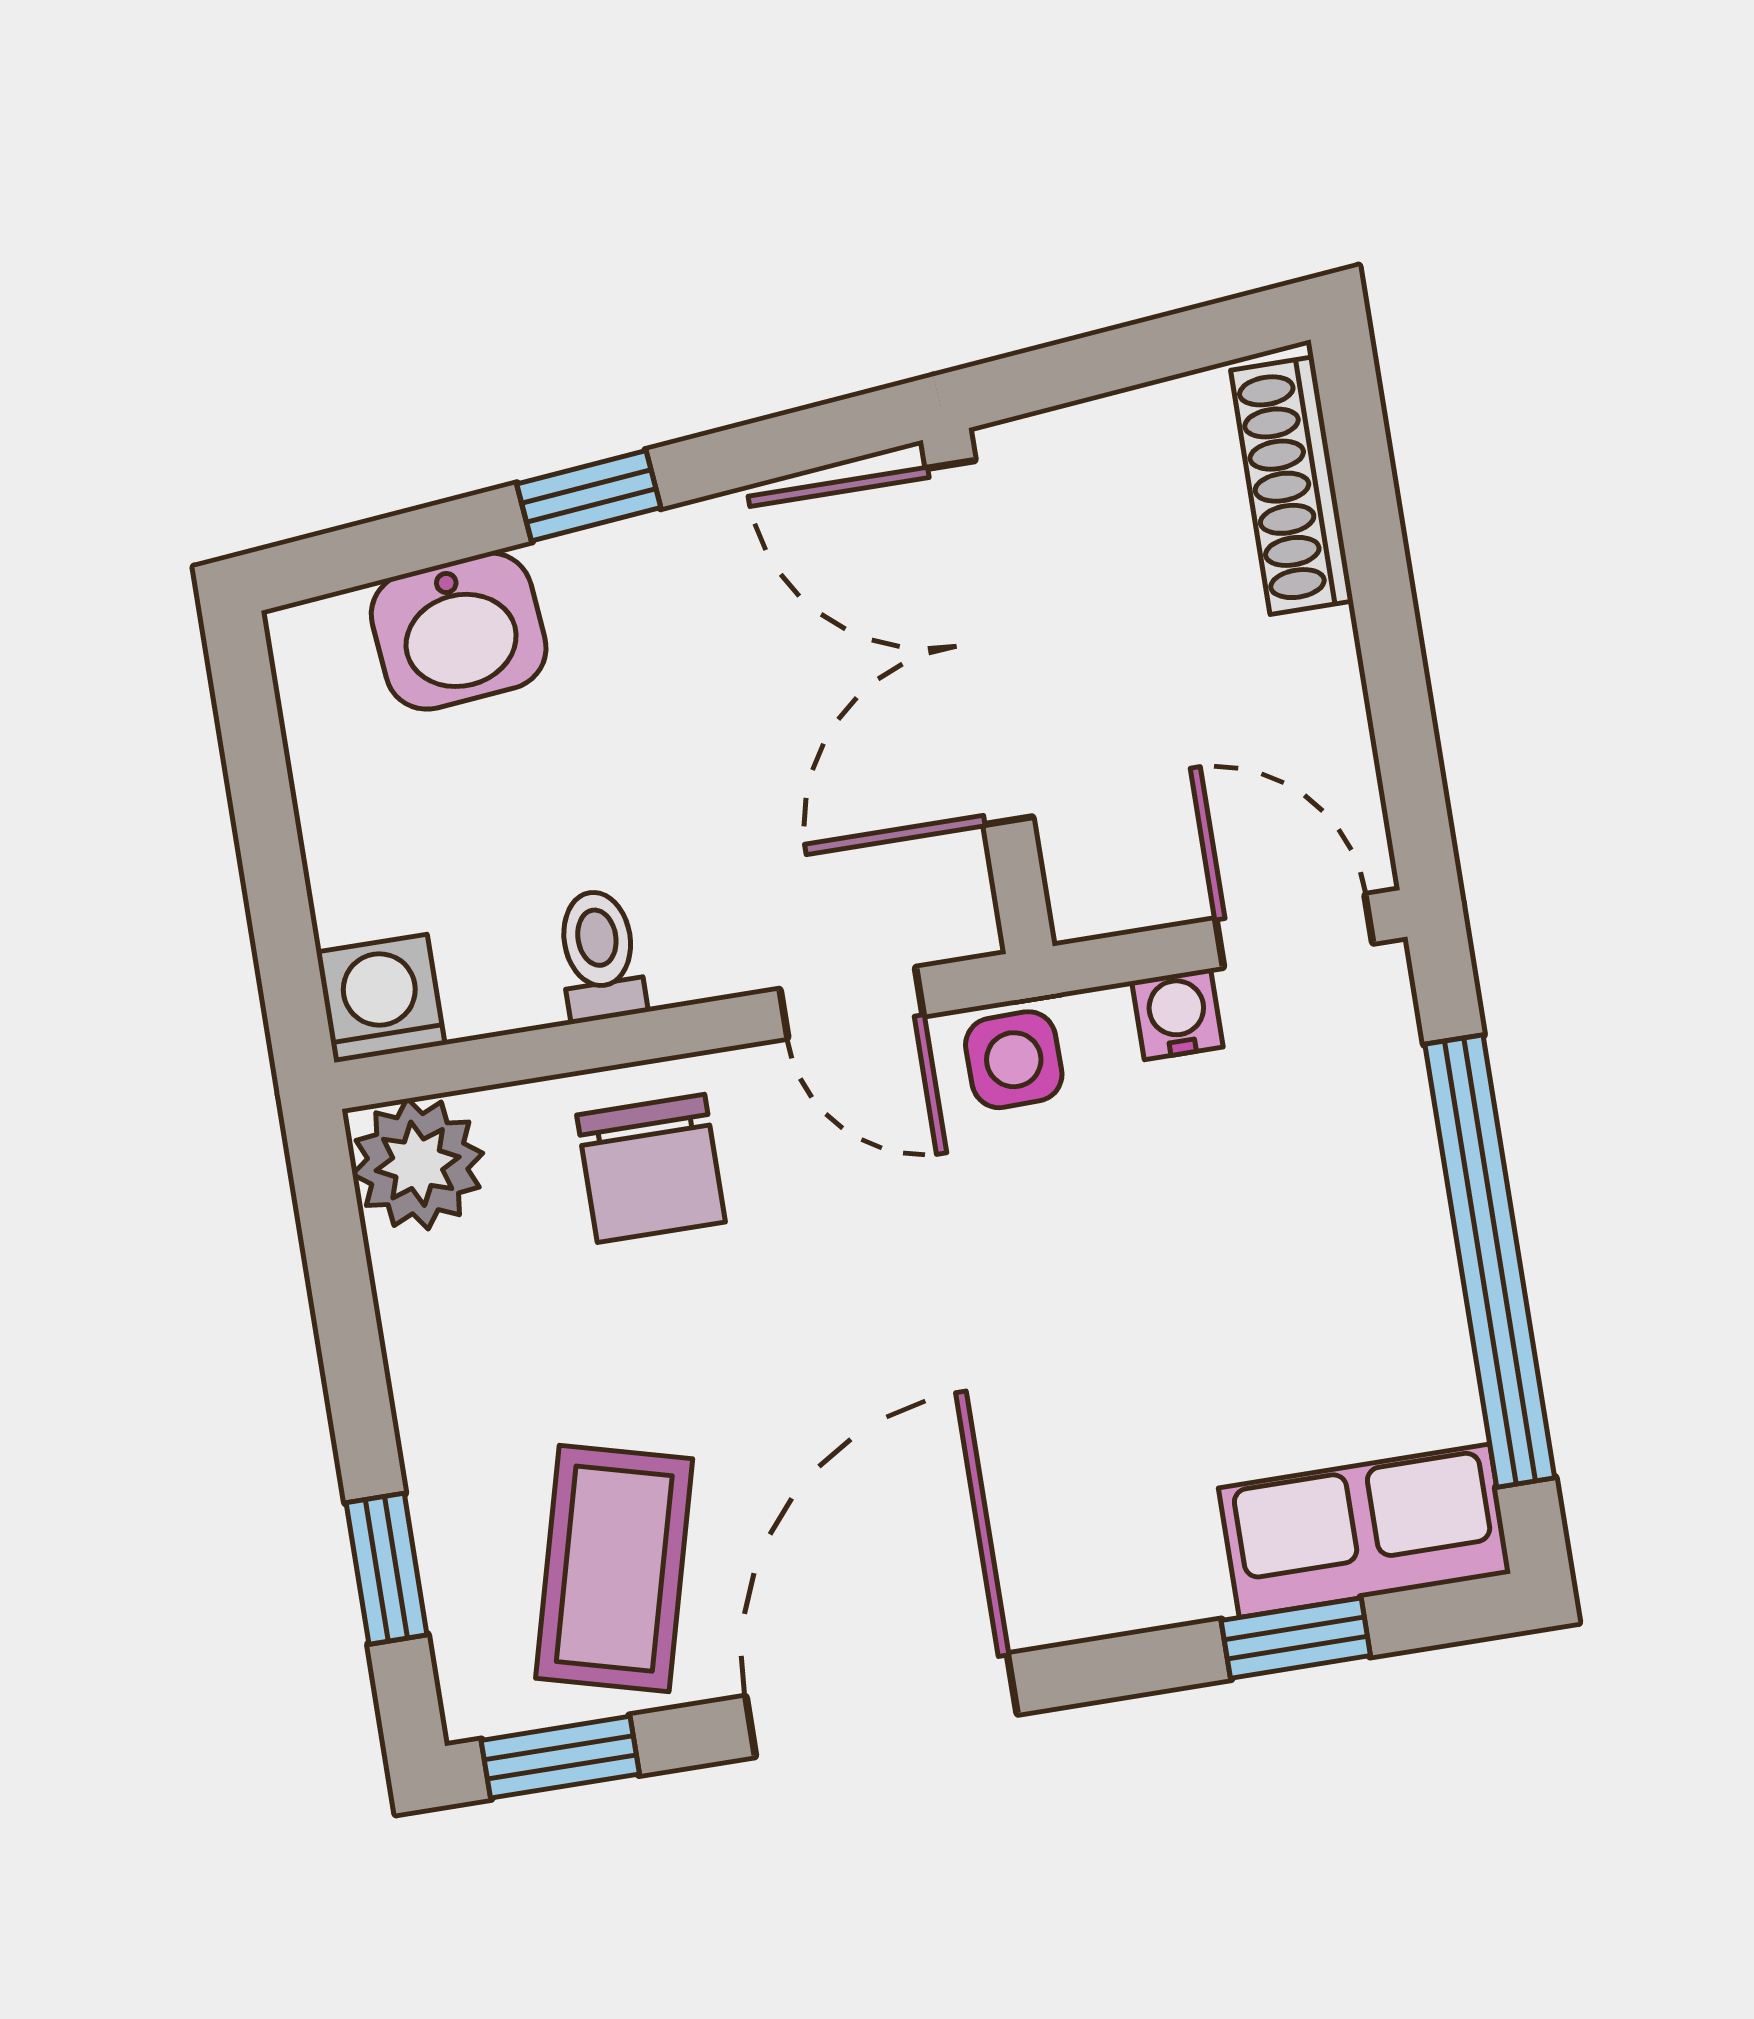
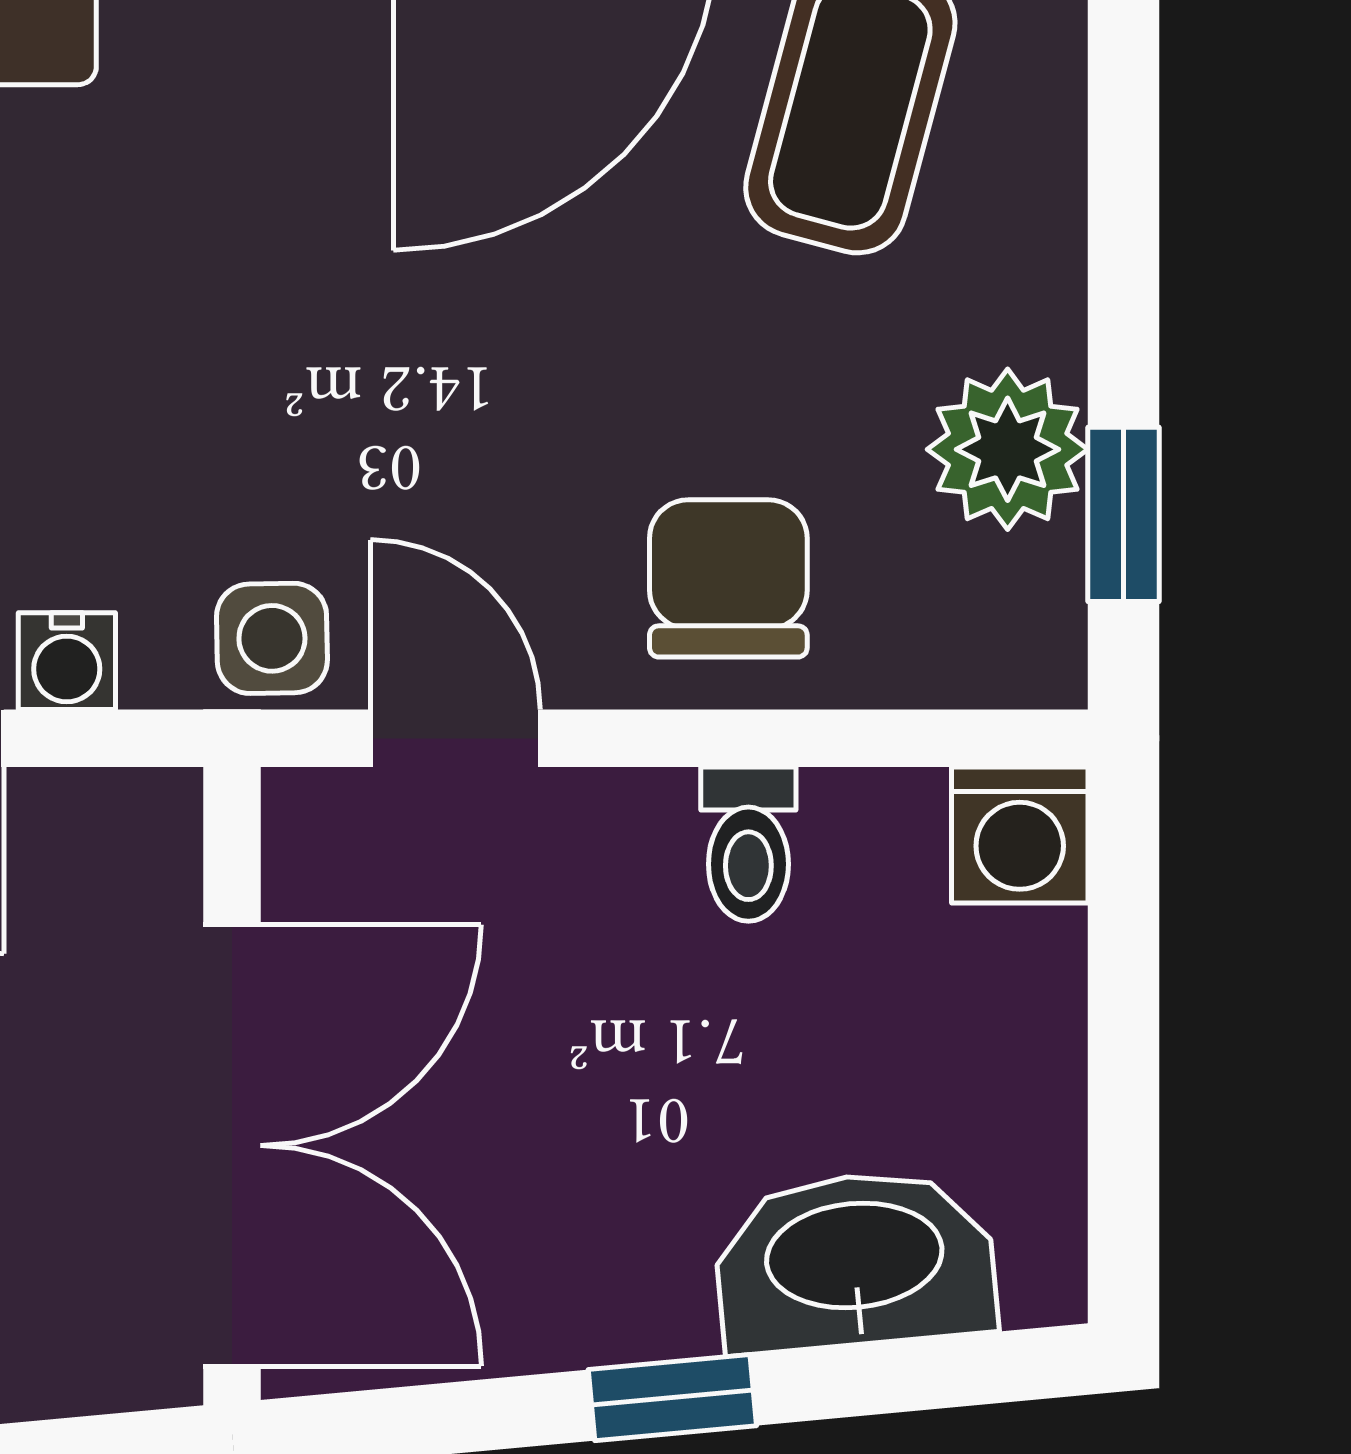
washbasin: (459, 631) -> (855, 1261), width x1.38
plant: (418, 1164) -> (1008, 449), moved
window: (387, 1569) -> (1124, 514), moved

